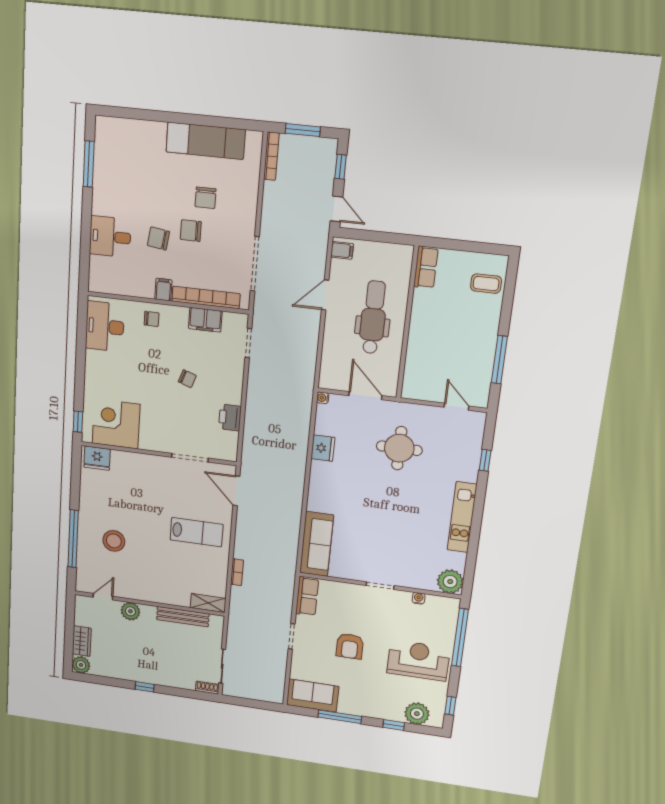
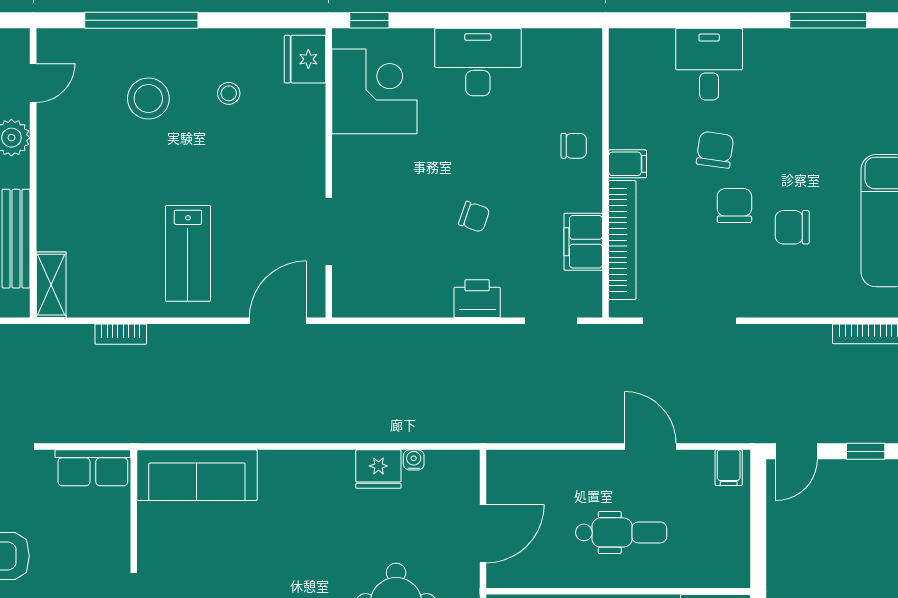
dental chair: (373, 317) -> (621, 532), width x0.73, depth x0.72
chair: (152, 319) -> (574, 146), turned -90
desk: (105, 326) -> (478, 62), moved
chair: (187, 379) -> (474, 217), turned -90
water cooler: (323, 398) -> (414, 460), moved
printer: (230, 417) -> (477, 299), moved
stool: (113, 500) -> (229, 93), added
door: (103, 597) -> (33, 83), hinge flipped

